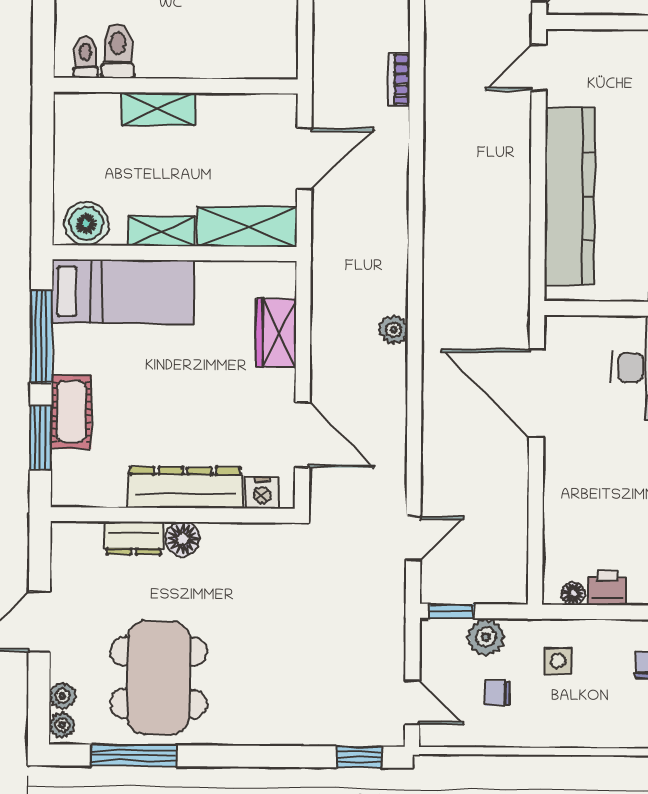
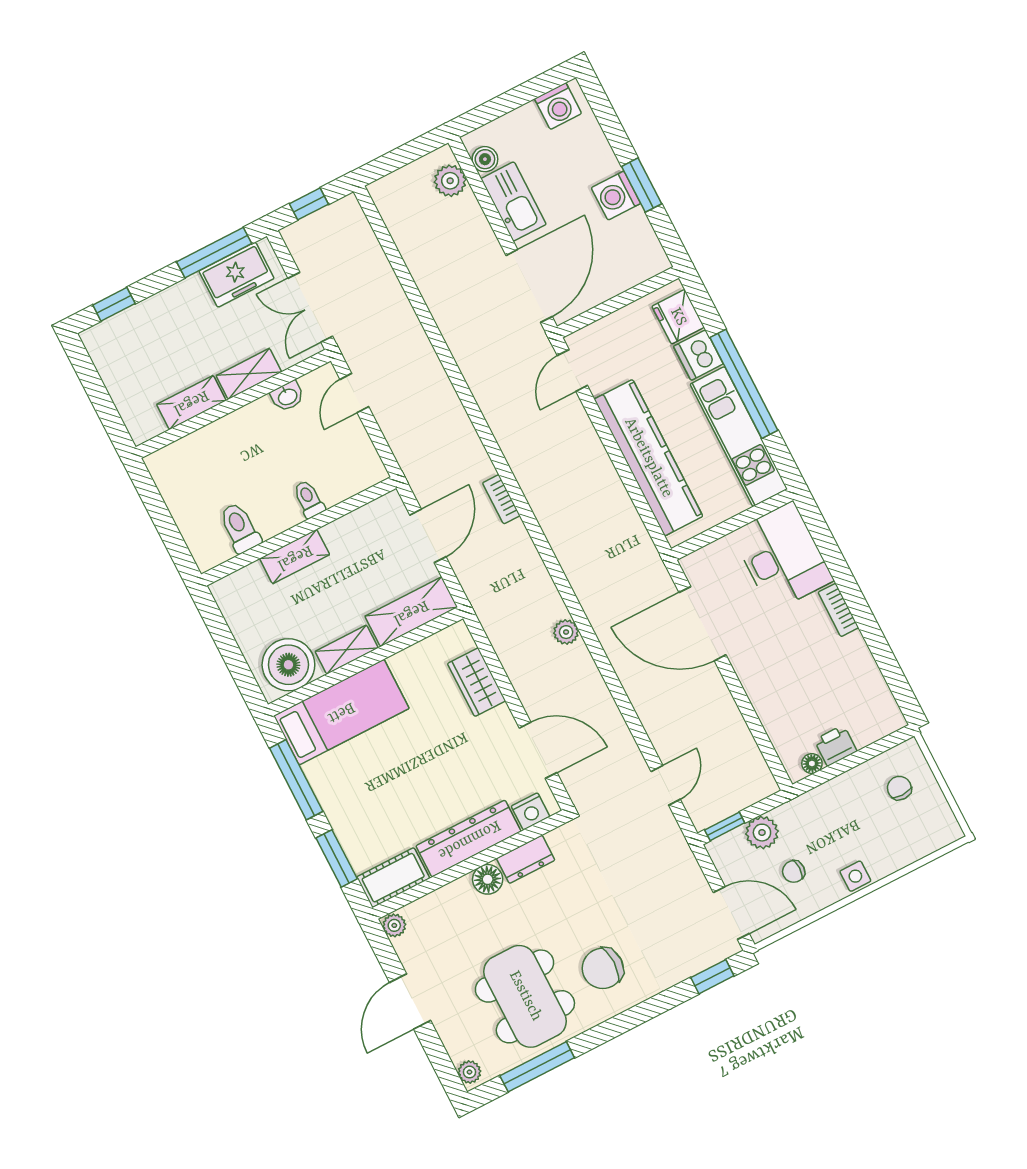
toilet: (86, 57) -> (309, 499), moved
bookcase: (399, 79) -> (501, 499), moved
boiler: (86, 224) -> (288, 665), width x1.37, depth x1.37
cot: (71, 412) -> (393, 878), moved, turned 90
dresser: (134, 538) -> (526, 859), moved
side table: (558, 661) -> (855, 876), moved
chair: (252, 690) -> (603, 968), added
plant: (62, 696) -> (394, 925), moved
door: (412, 702) -> (731, 913), width x1.38

